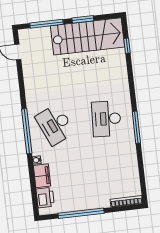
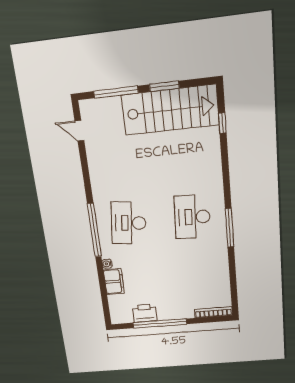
desk: (55, 125) -> (129, 223), turned 30
printer: (45, 198) -> (145, 313), moved, turned -90

